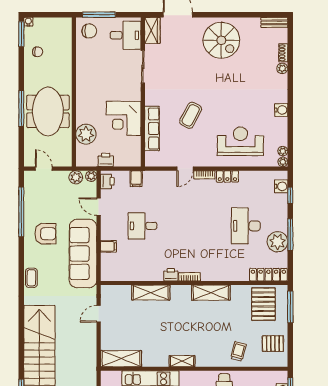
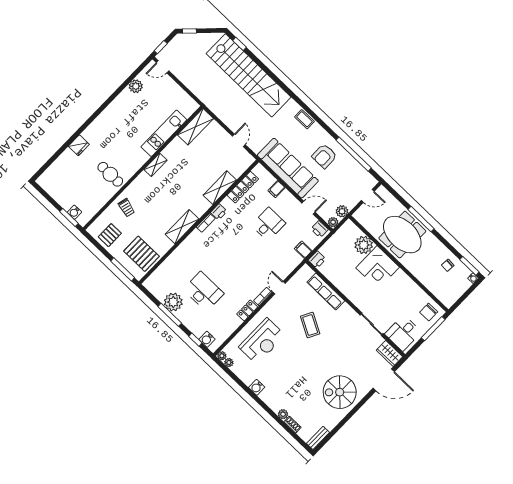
corner desk: (124, 118) -> (378, 267), moved, turned 180
printer: (106, 160) -> (317, 260), moved
locker: (268, 275) -> (243, 187), moved

